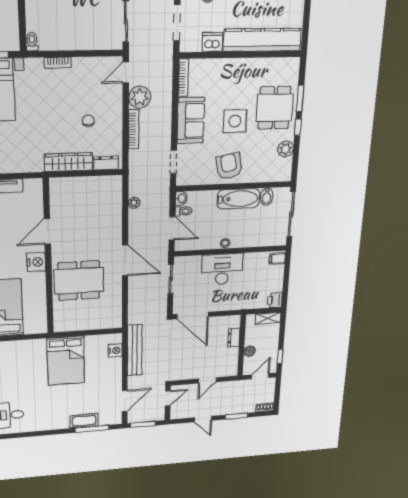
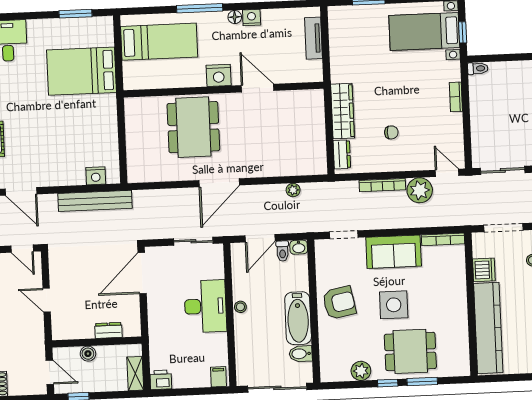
bed: (66, 361) -> (82, 71), moved

